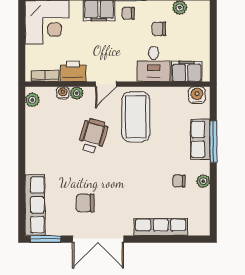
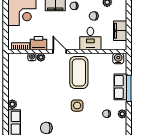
filing cabinet: (187, 71) -> (120, 31), moved, turned -90
door: (106, 84) -> (60, 51), swing flipped
plant: (32, 100) -> (12, 104), moved
wheelchair: (93, 136) -> (51, 85), removed
side table: (133, 168) -> (77, 106), added

